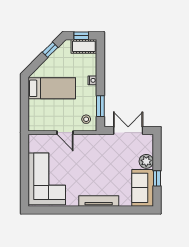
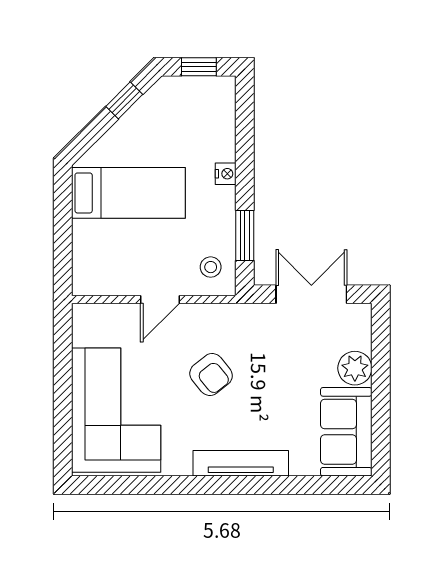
cot: (84, 46) -> (205, 92), removed
door: (65, 133) -> (160, 299), hinge flipped
armchair: (86, 164) -> (211, 375), added
window: (157, 178) -> (381, 409), removed

